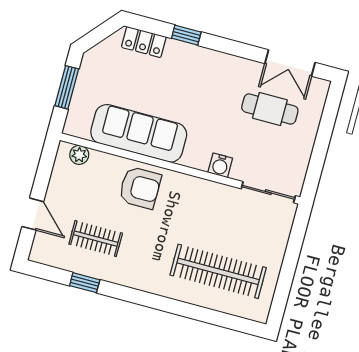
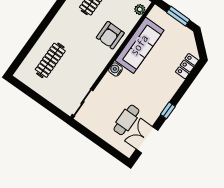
window: (186, 35) -> (168, 110), moved
water cooler: (220, 165) -> (116, 69), moved
clothes rail: (218, 271) -> (50, 60), width x0.73, depth x0.76

